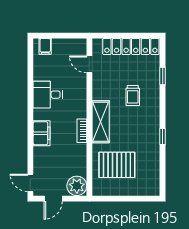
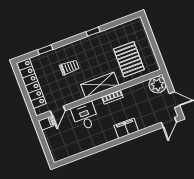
filing cabinet: (45, 46) -> (46, 123), moved
desk: (48, 95) -> (85, 116), moved, turned 180

